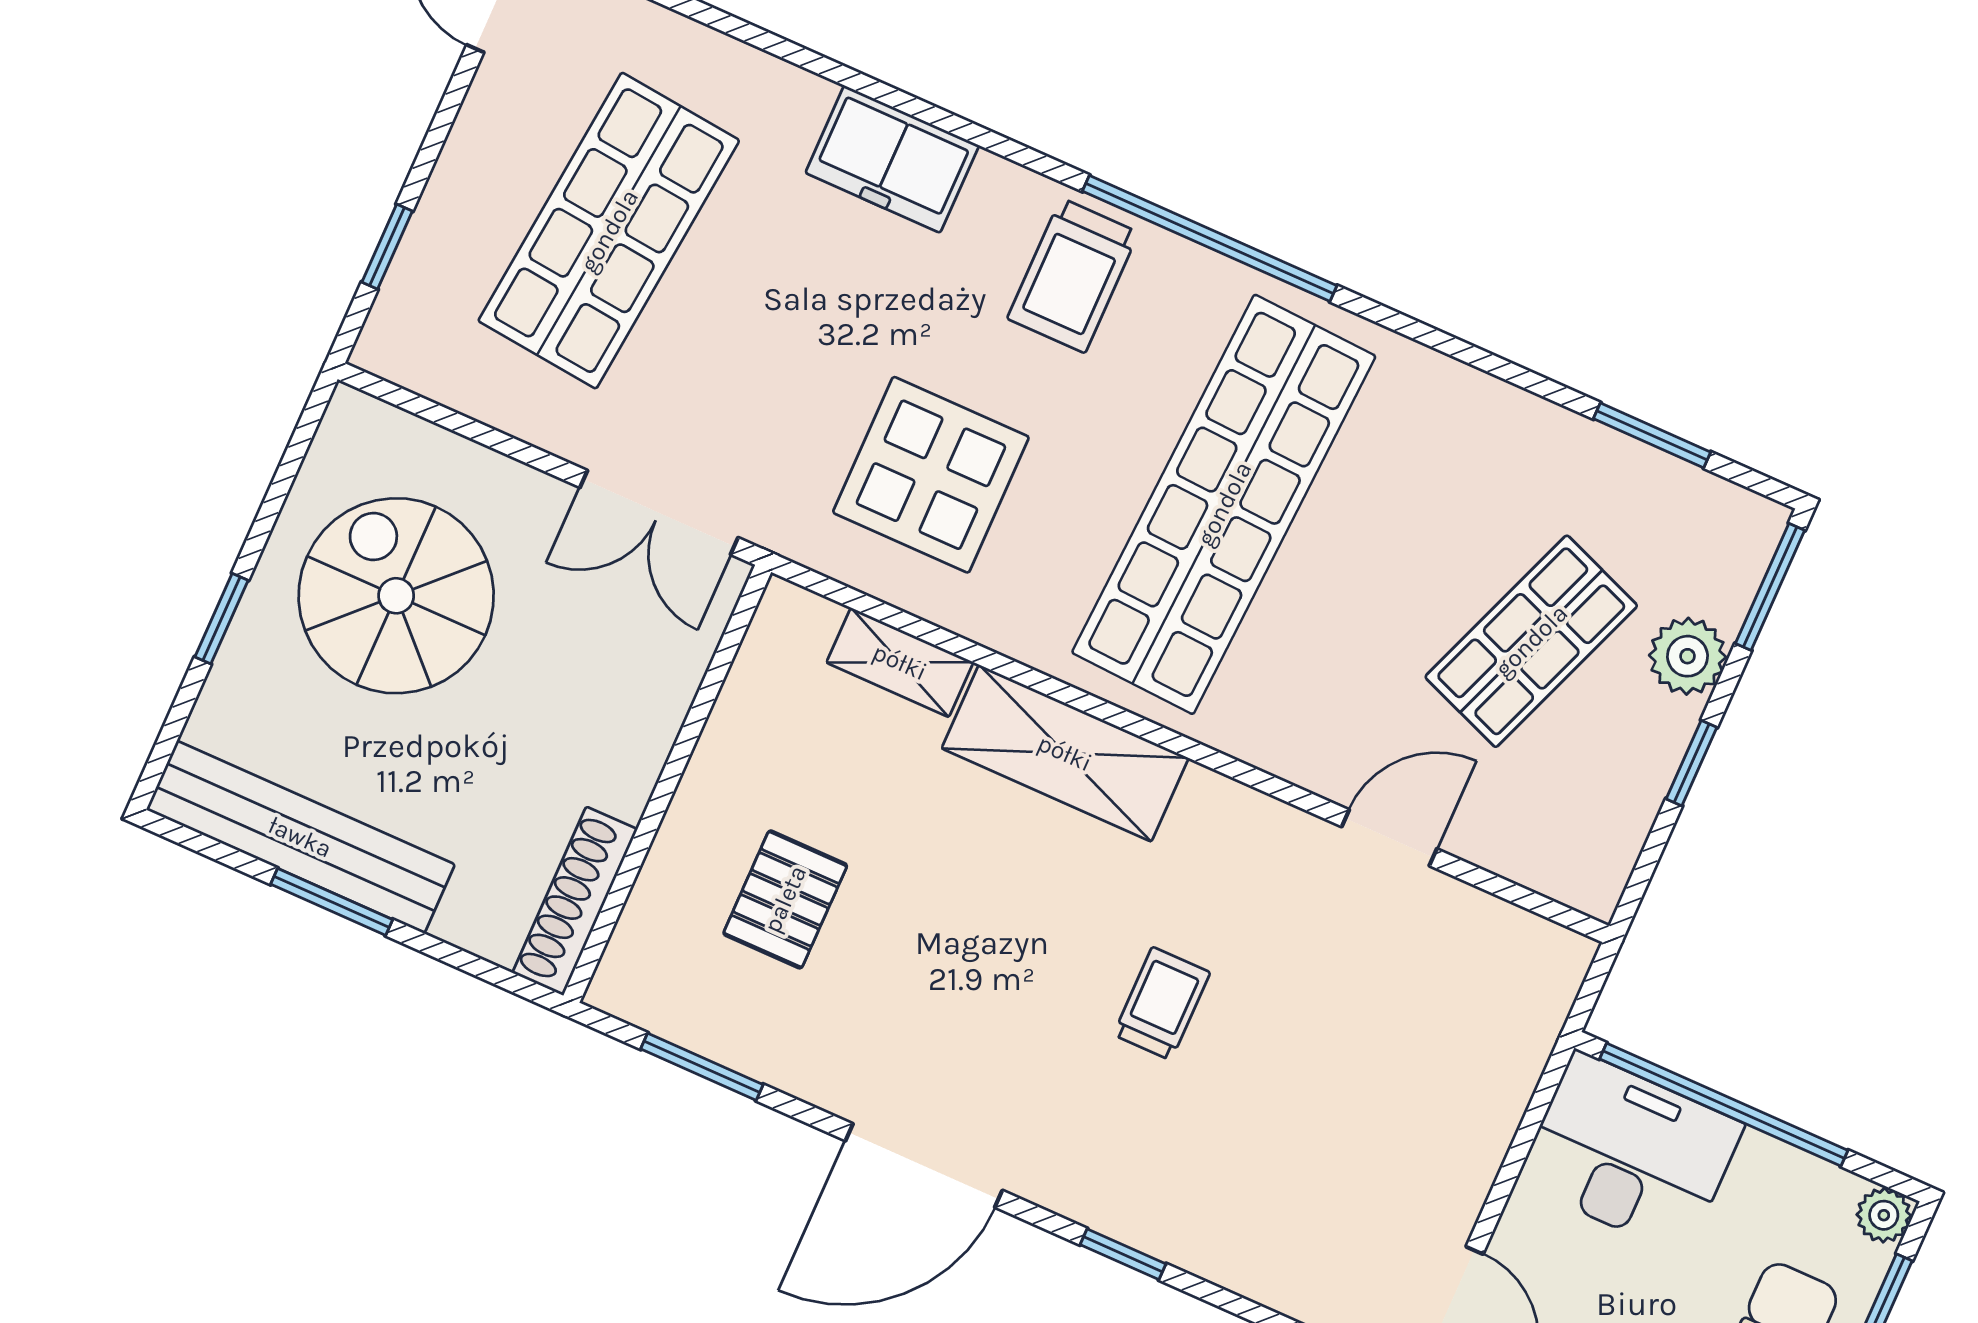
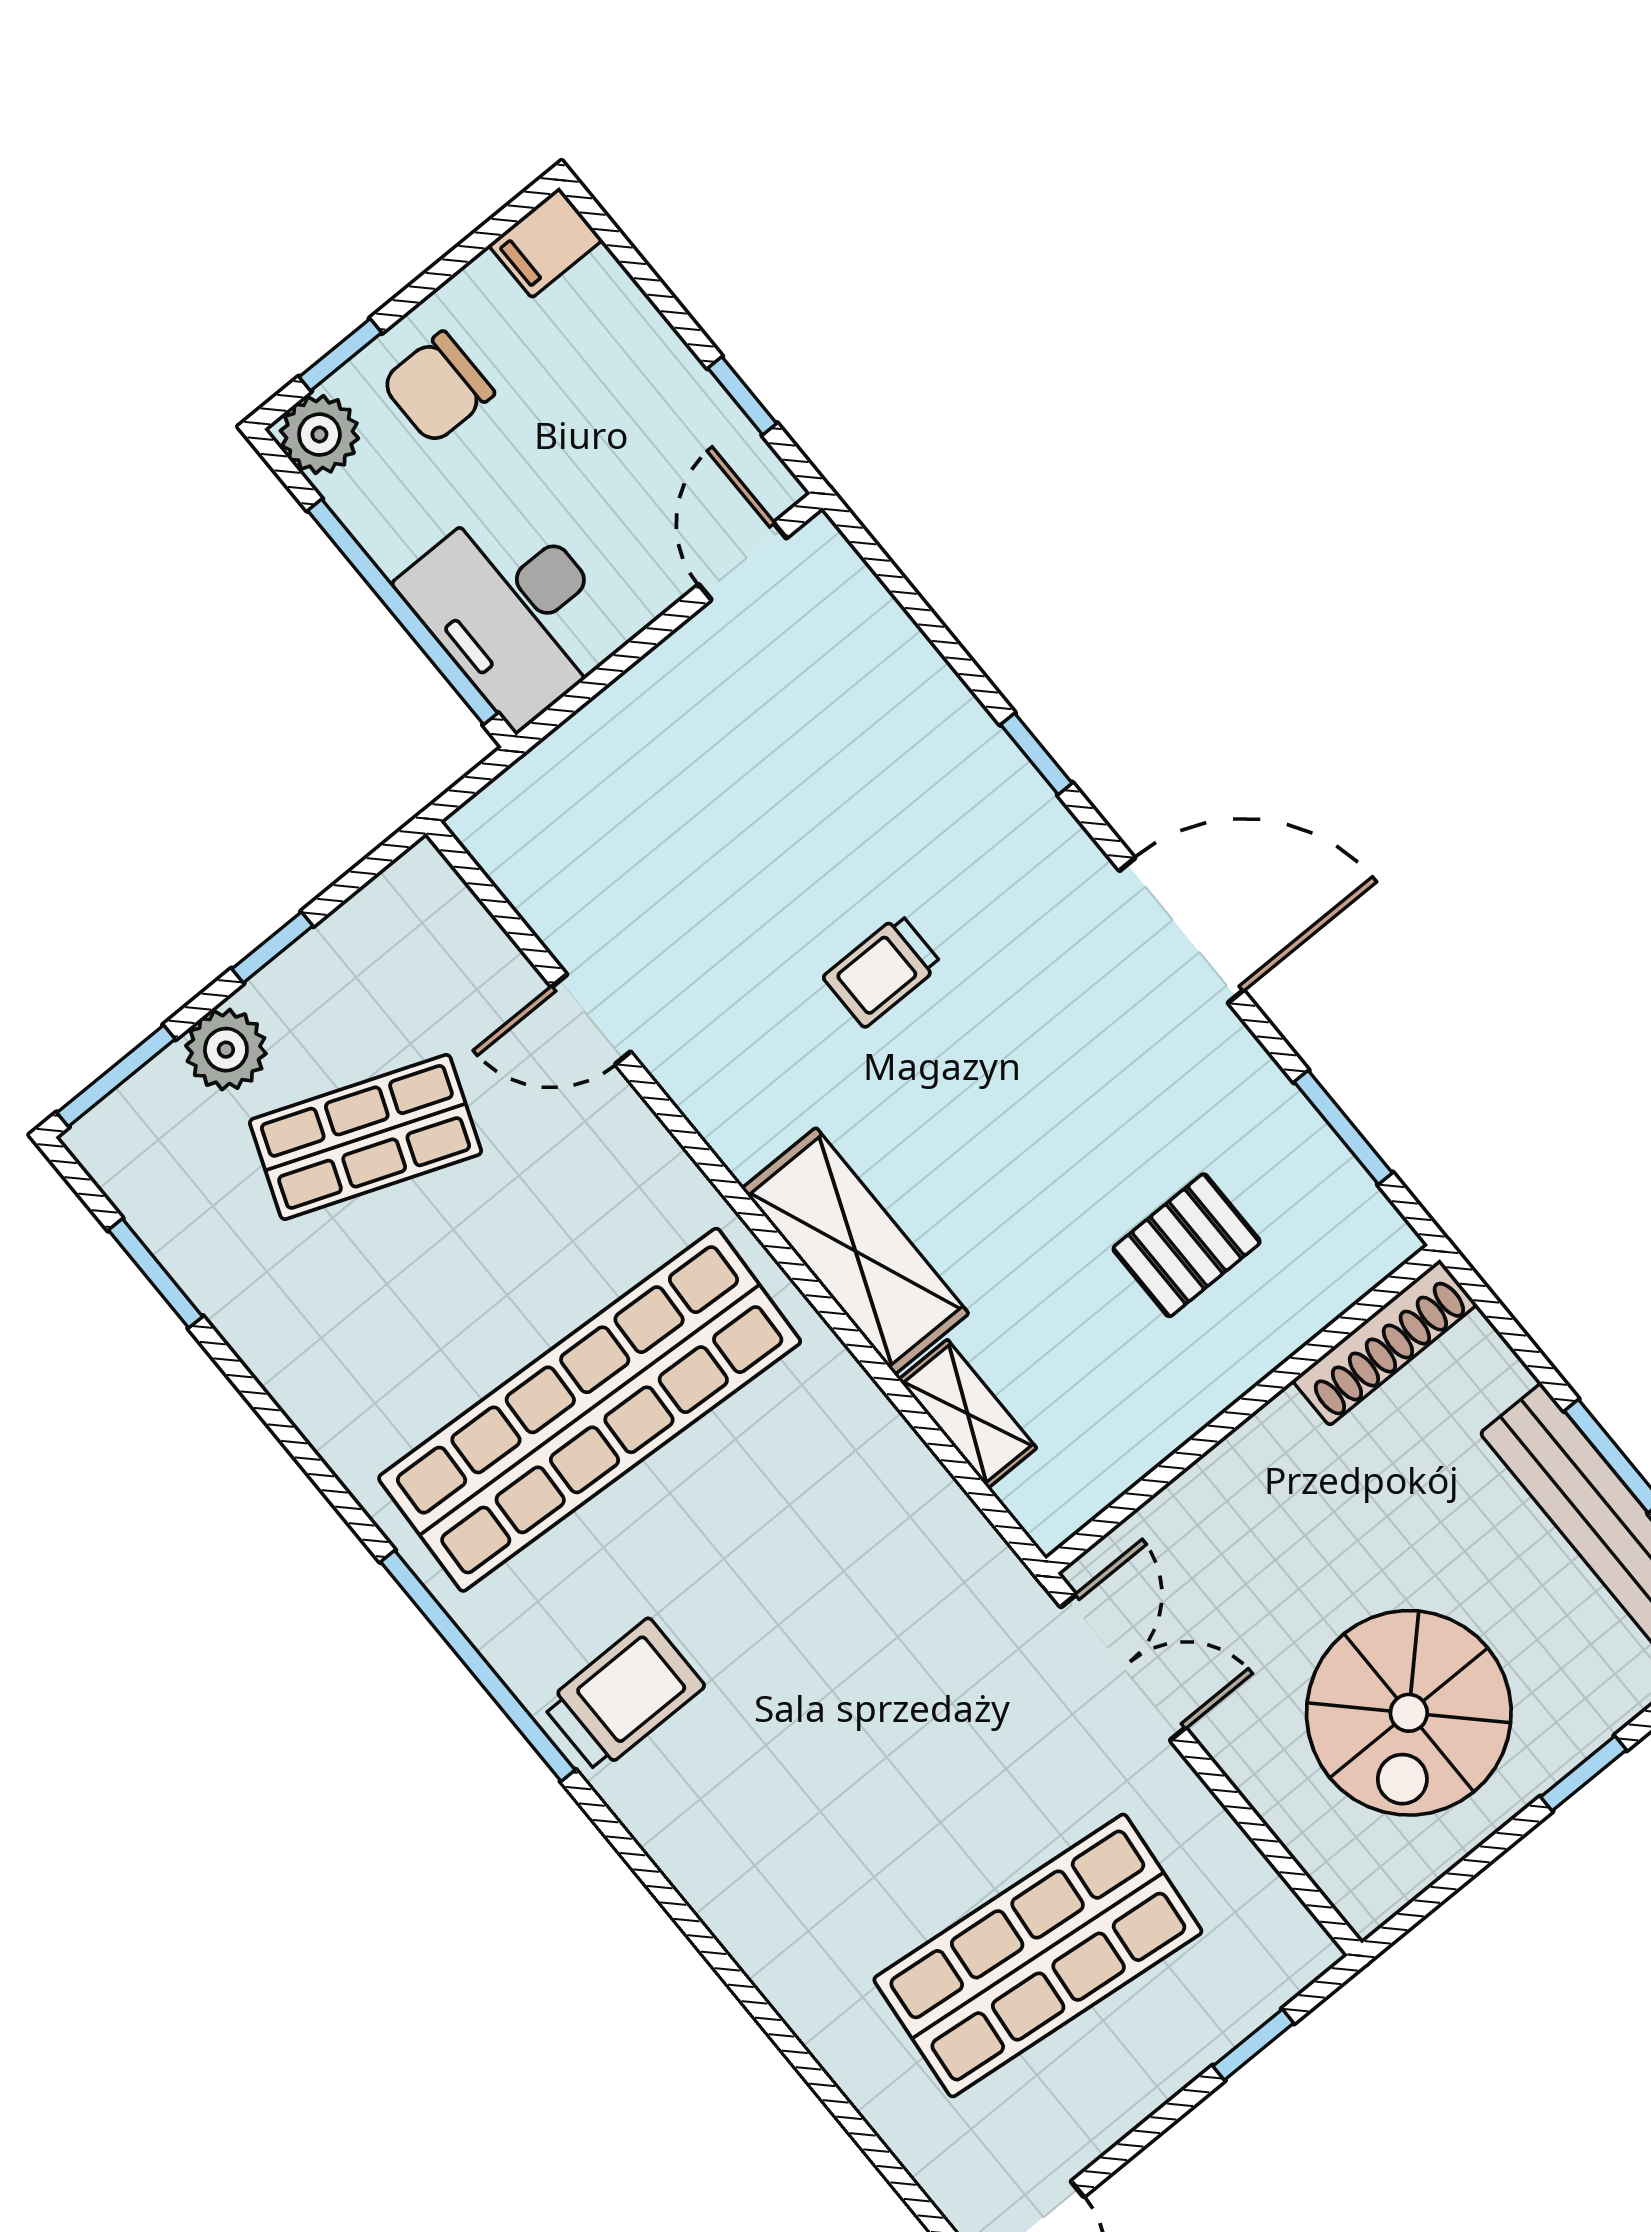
freezer: (892, 159) -> (738, 1889), removed
display table: (931, 475) -> (850, 1575), removed
plant: (1884, 1215) -> (319, 435), width x1.38, depth x1.38

